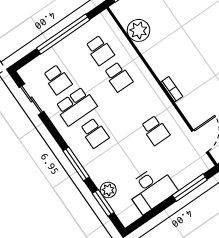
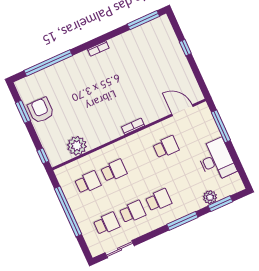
school desk: (76, 106) -> (132, 212), width x0.54

